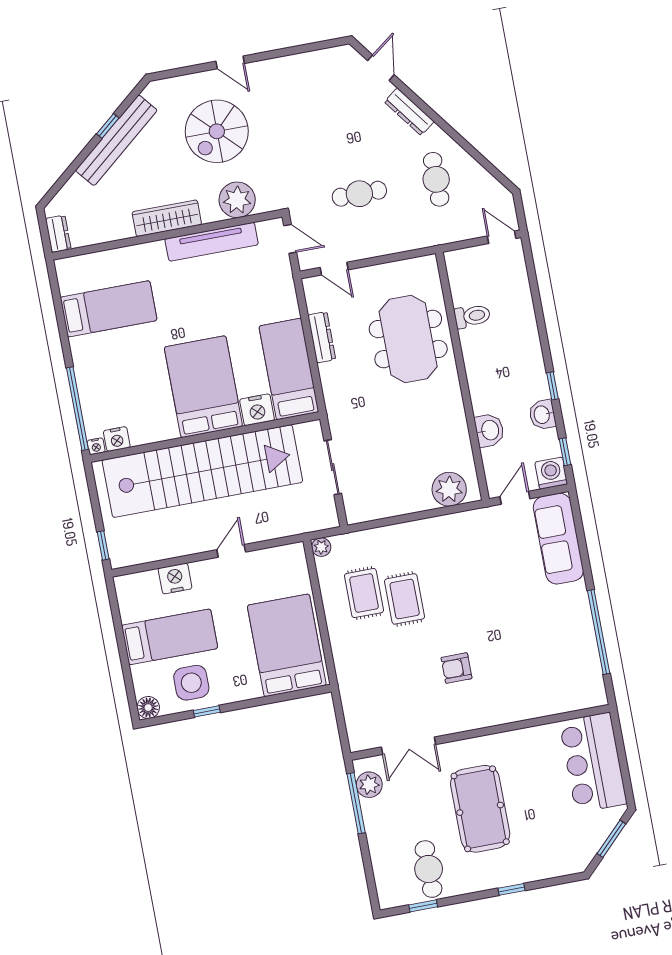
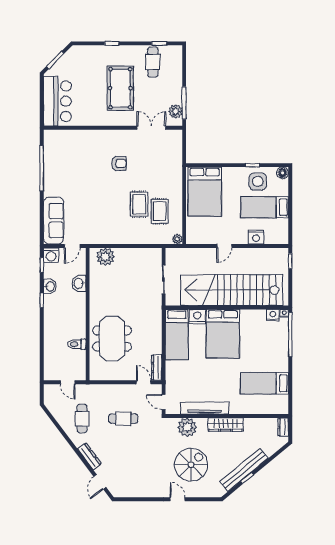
door: (502, 237) -> (68, 382), moved
dresser: (322, 337) -> (157, 367), moved

